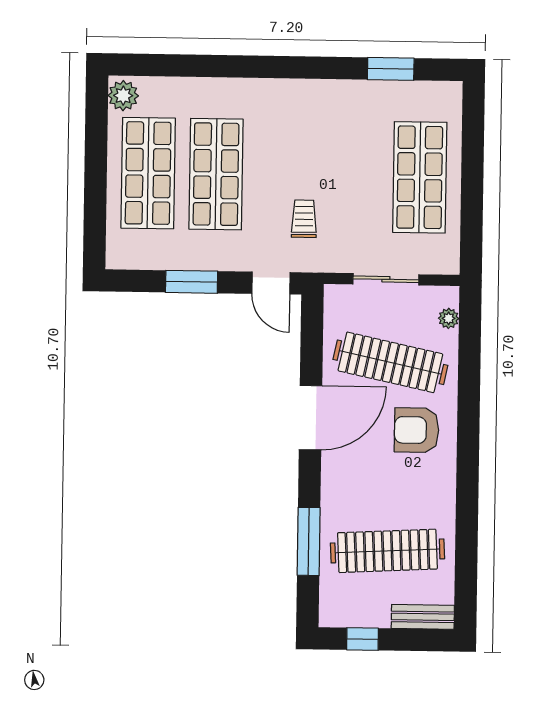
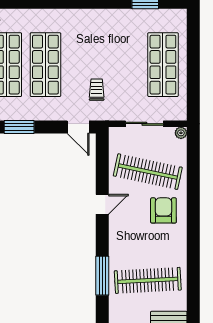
window: (192, 282) -> (19, 127), moved
plant: (449, 318) -> (181, 133), moved
door: (311, 418) -> (102, 204), width x0.53
armchair: (417, 430) -> (163, 210), turned 90

